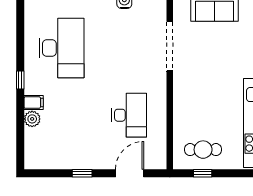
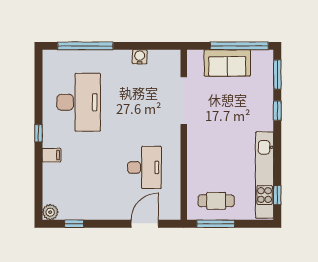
plant: (32, 119) -> (50, 212), moved
window: (82, 173) -> (74, 224), moved
window: (203, 173) -> (216, 224), width x2.17

